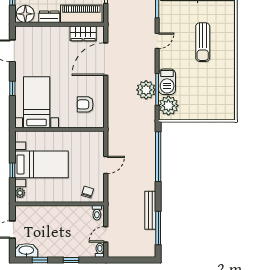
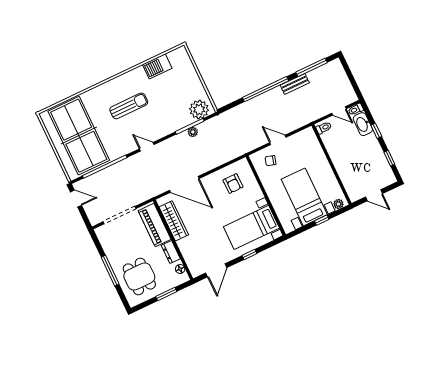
floor lamp: (25, 14) -> (180, 269), width x0.53, depth x0.53
wardrobe: (83, 33) -> (174, 221), width x1.50
barbecue: (167, 82) -> (157, 66), moved, turned 180
plant: (146, 90) -> (193, 132), width x0.53, depth x0.53
window: (158, 157) -> (265, 89), moved
chair: (88, 192) -> (270, 161), moved
bench: (150, 210) -> (295, 84), width x0.73
washbasin: (26, 251) -> (363, 124), moved

